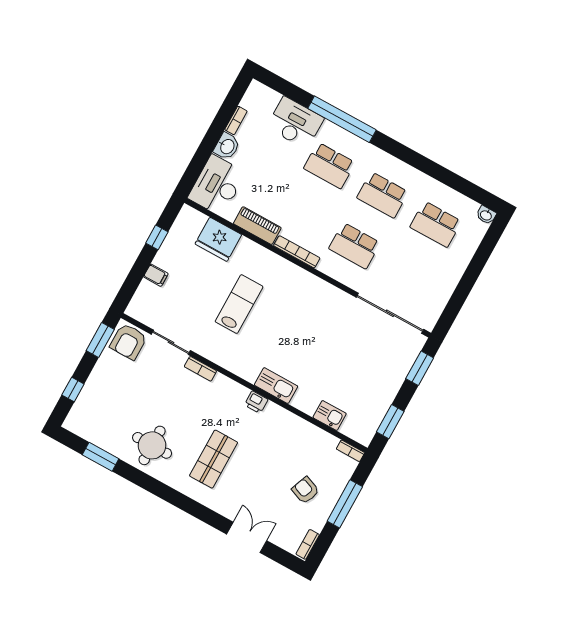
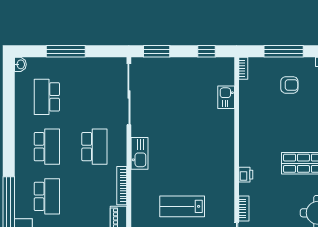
school desk: (436, 224) -> (47, 97), turned 180
window: (473, 271) -> (66, 51), added
kitchen sink: (276, 386) -> (140, 153), moved, turned 180
printer: (256, 402) -> (246, 175), moved
window: (390, 422) -> (207, 51), width x0.67
armchair: (305, 490) -> (289, 85), turned -111

